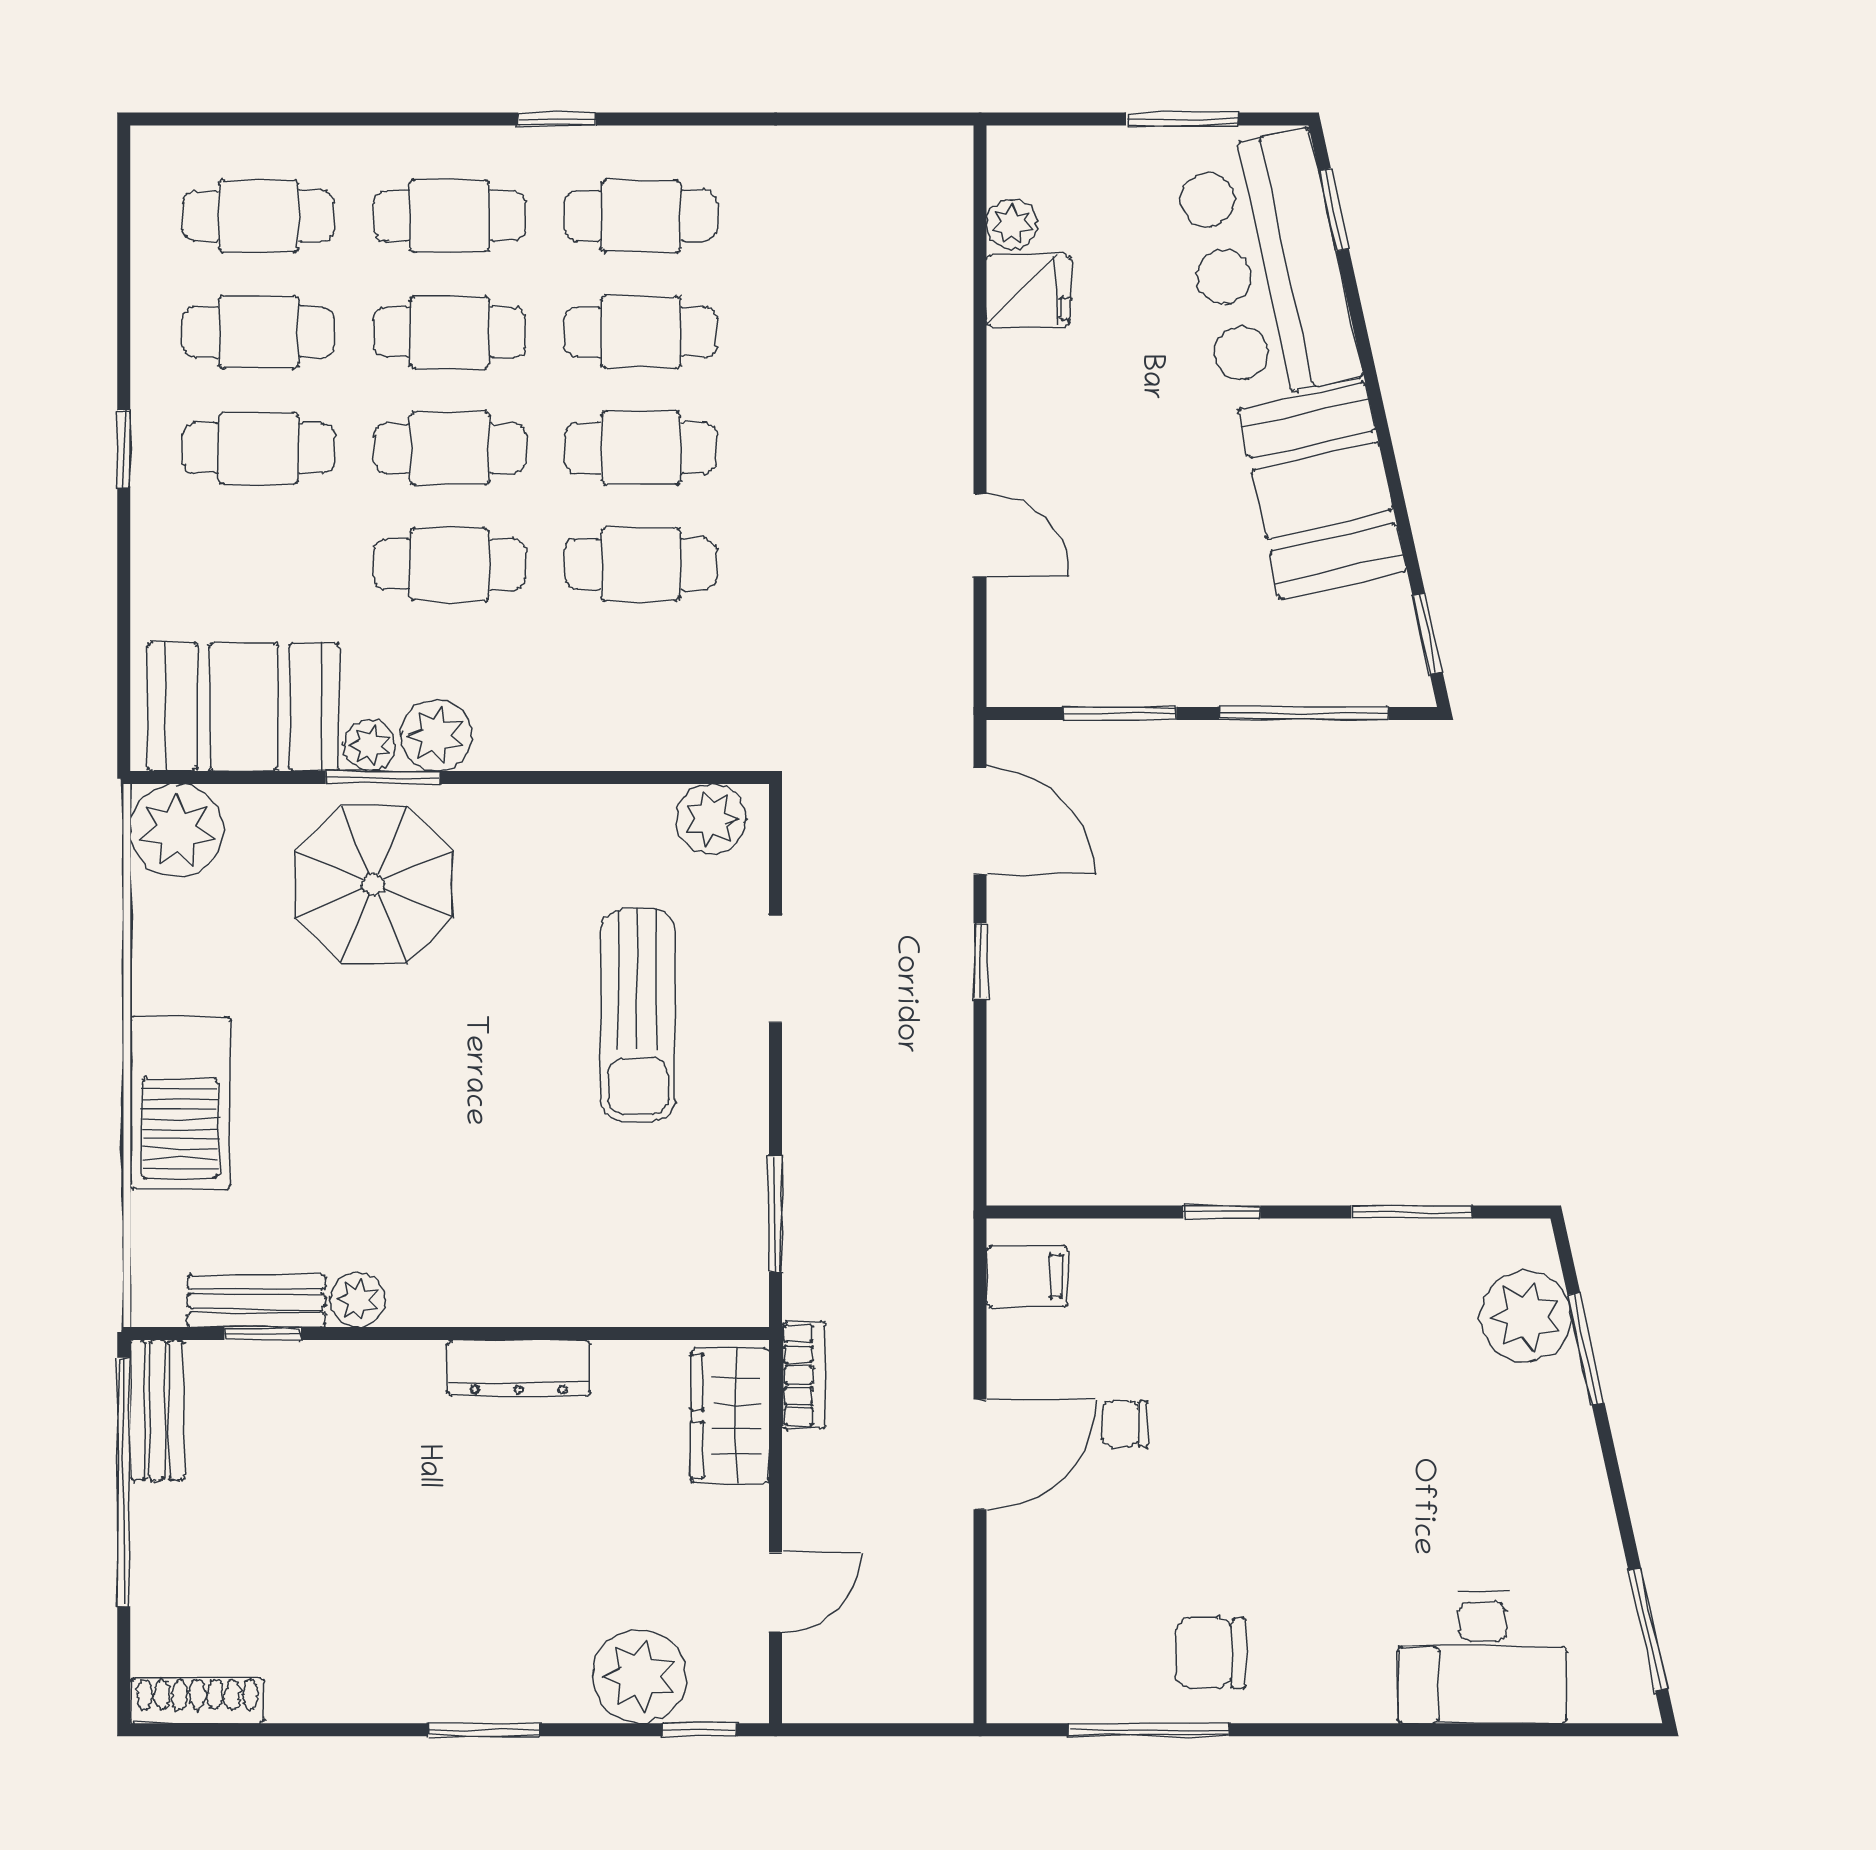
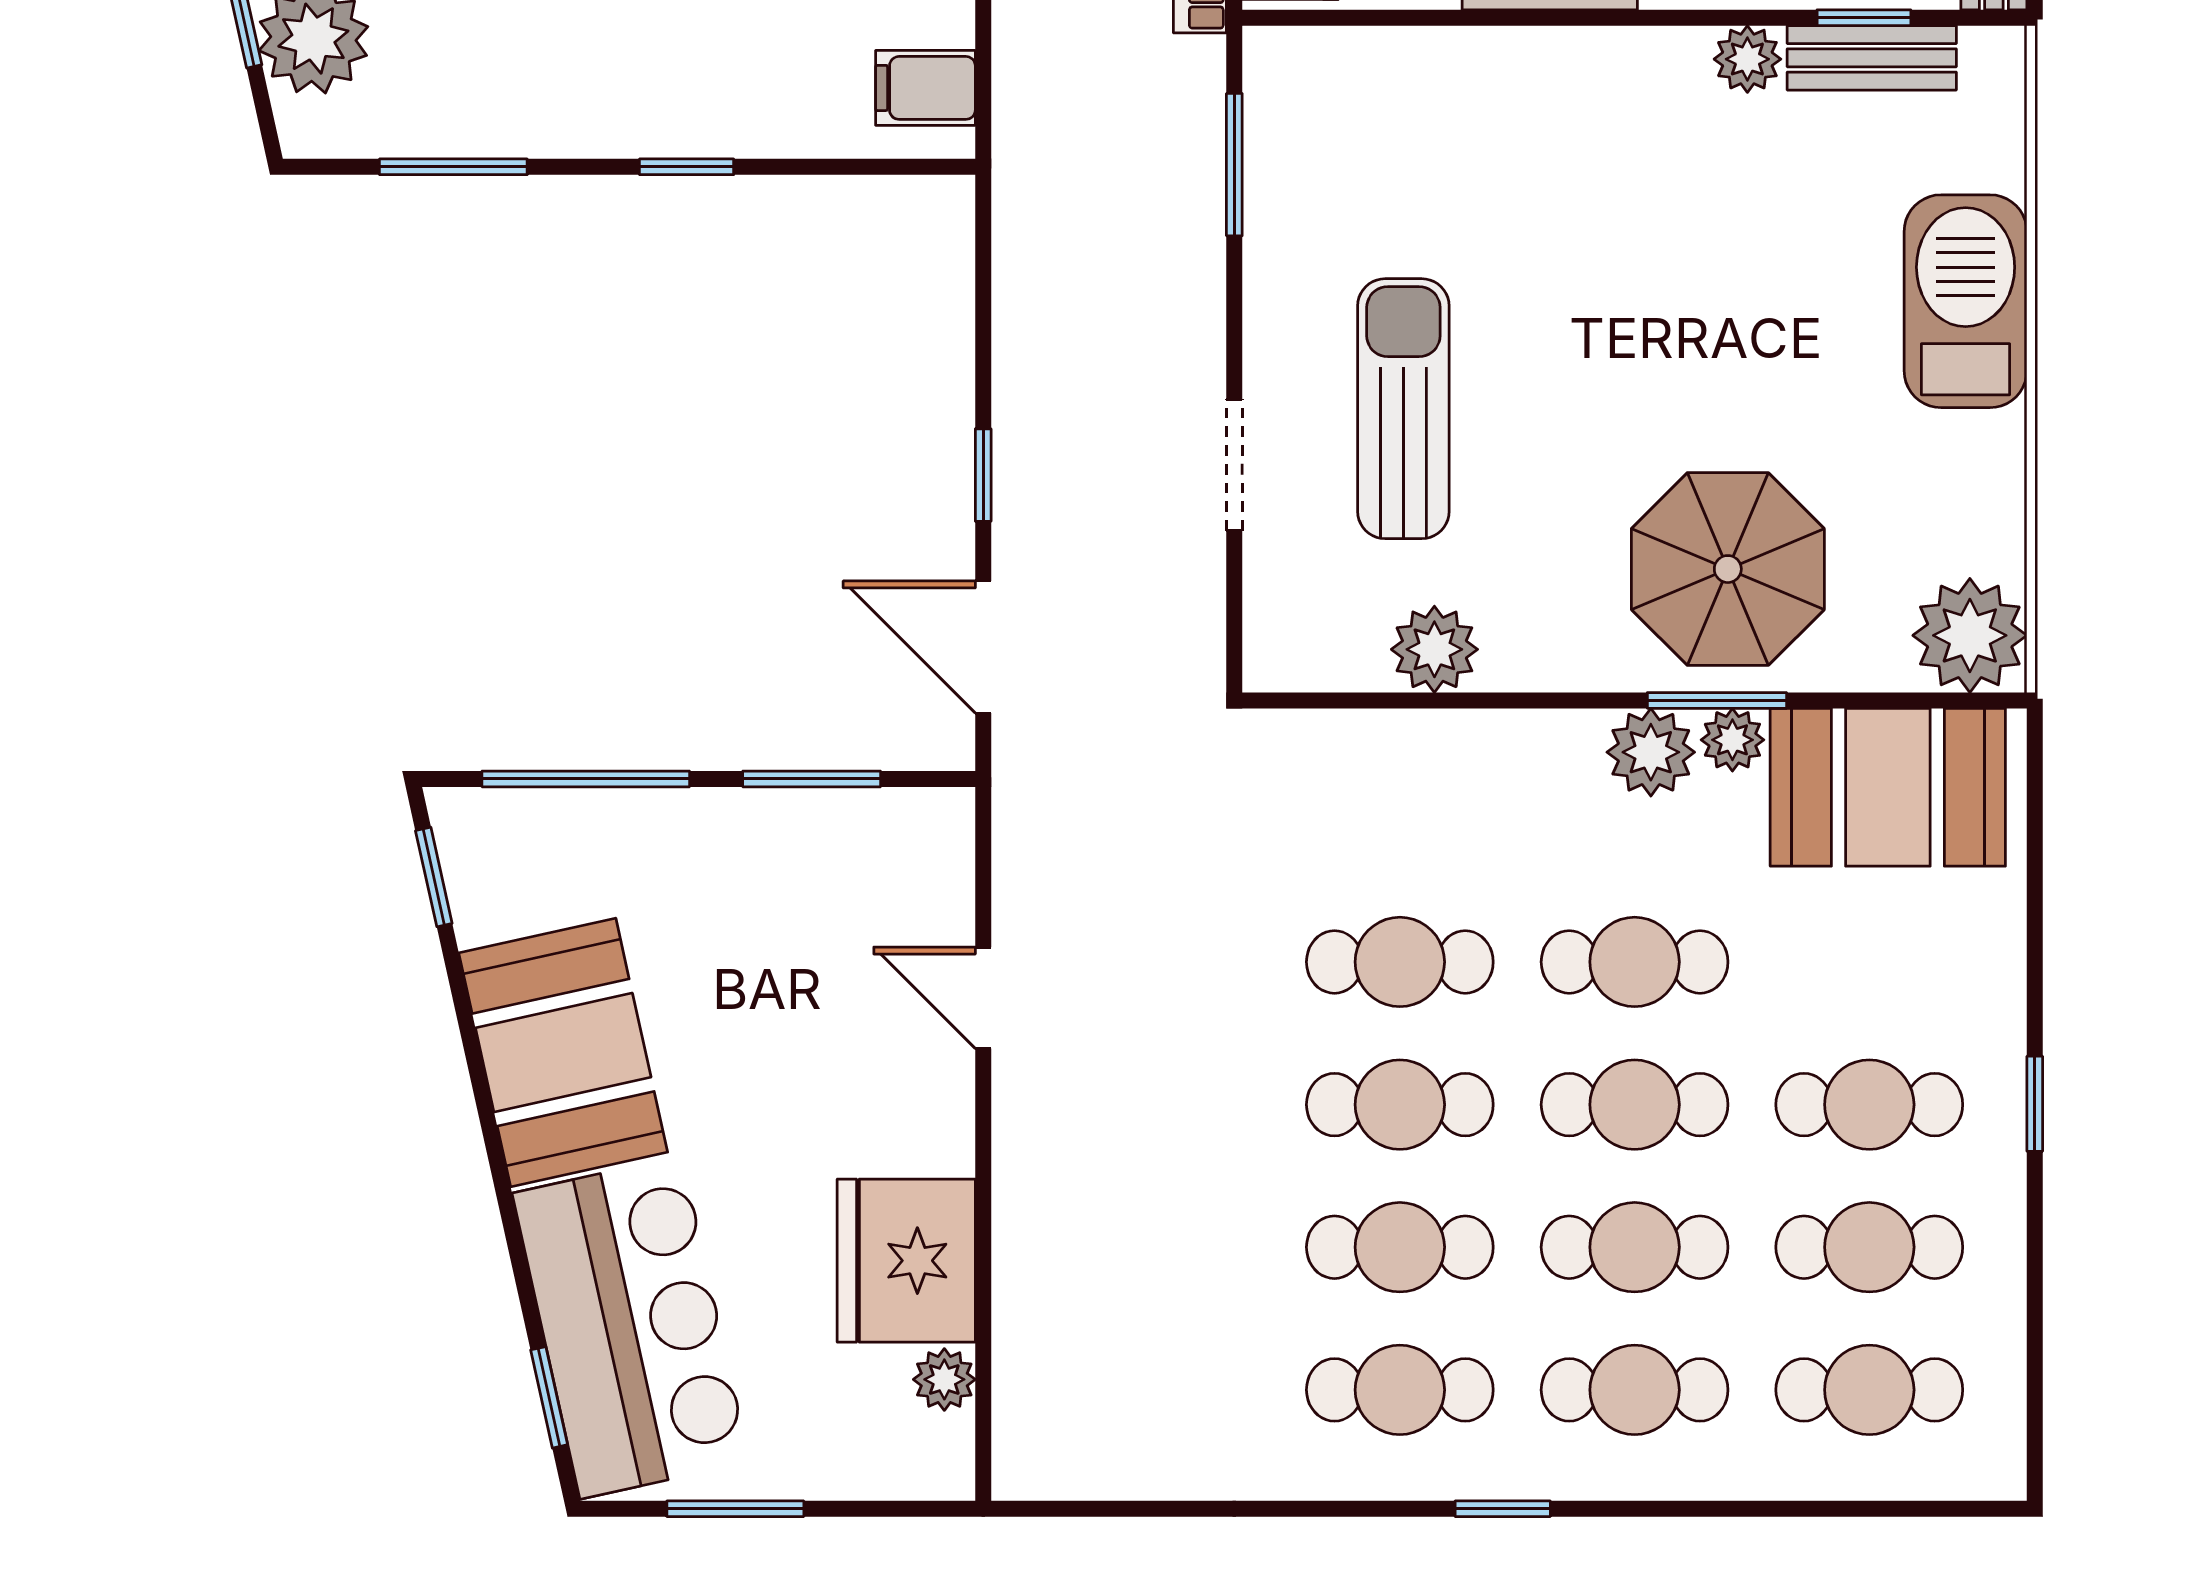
fridge: (1029, 290) -> (906, 1261), width x1.88, depth x1.34
plant: (711, 819) -> (1434, 649), moved

